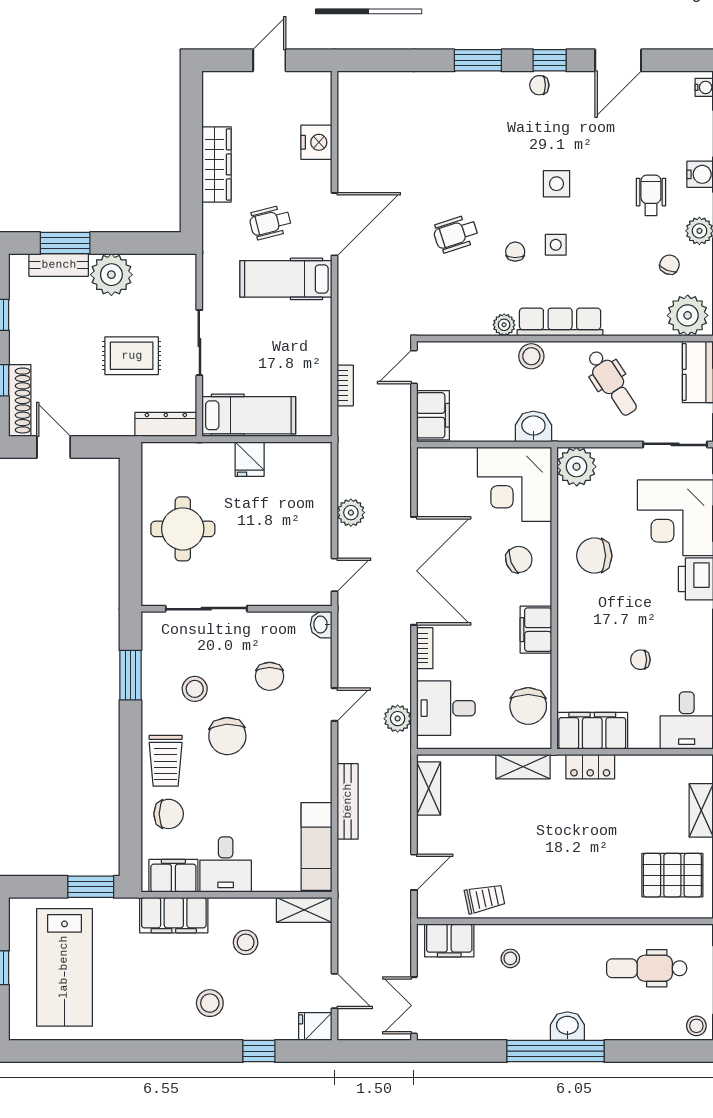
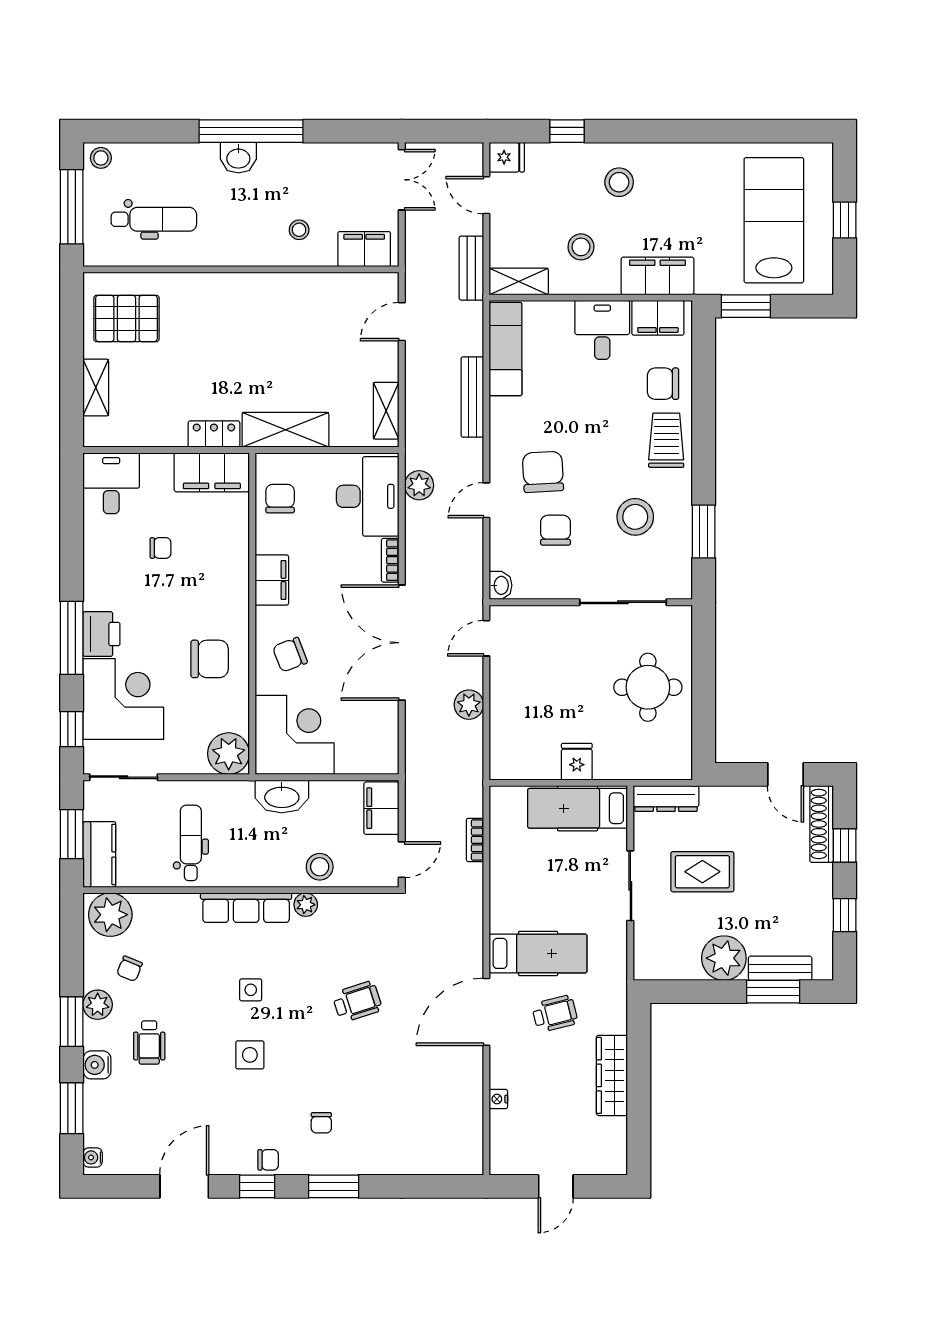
nightstand: (316, 142) -> (498, 1099), width x0.53, depth x0.56
chair: (515, 252) -> (321, 1123), moved
stool: (531, 356) -> (320, 867), moved
dental chair: (612, 383) -> (191, 843), turned 33
washbasin: (533, 426) -> (282, 796), width x1.38
stool: (195, 689) -> (635, 517), width x1.38, depth x1.38
chair: (528, 706) -> (280, 499), width x0.73, depth x0.73
desk: (446, 708) -> (368, 496), width x1.37
chair: (227, 736) -> (543, 472), moved
shelving: (523, 767) -> (285, 430), width x1.50, depth x1.33
trolley: (485, 898) -> (326, 294), removed
bench: (349, 922) -> (471, 268), added

